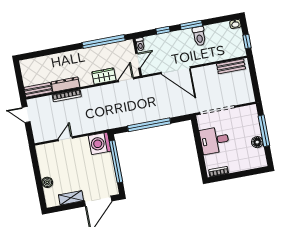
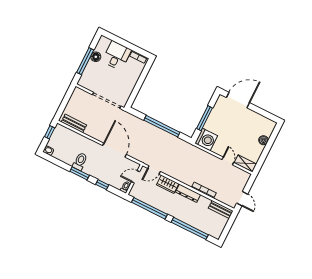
window: (53, 51) -> (190, 228), added
dresser: (65, 85) -> (188, 193), moved
door: (65, 139) -> (228, 161), swing flipped
desk: (214, 140) -> (117, 56), moved, turned -90
window: (116, 162) -> (204, 118), width x0.68
shelving: (71, 198) -> (245, 163), moved

